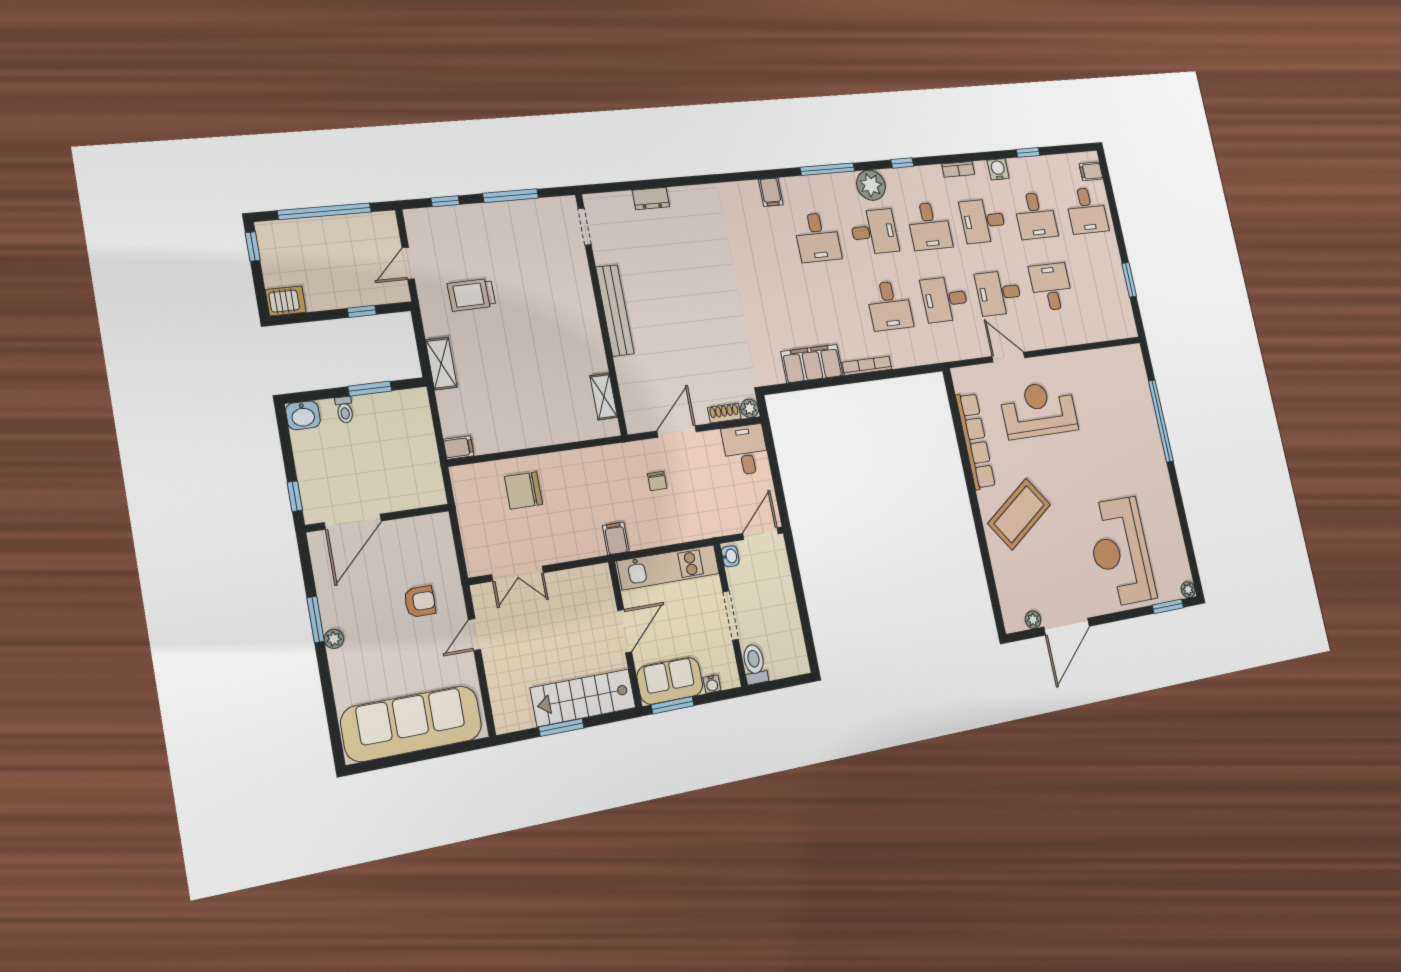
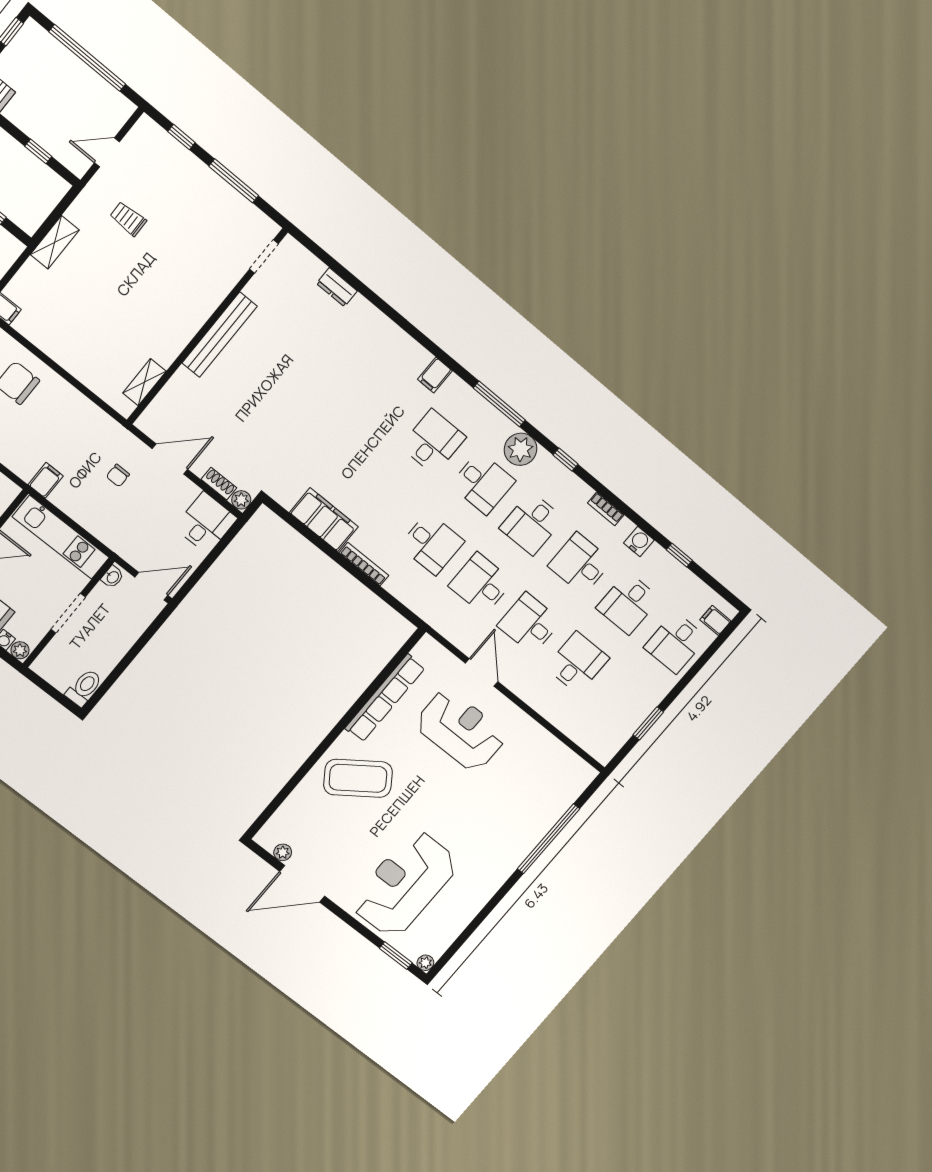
desk: (817, 237) -> (433, 442), turned 180
trolley: (472, 295) -> (128, 219), width x0.73, depth x0.72
desk: (890, 306) -> (432, 544), turned -90
toilet: (755, 664) -> (84, 688), moved
plant: (729, 679) -> (20, 650), added

